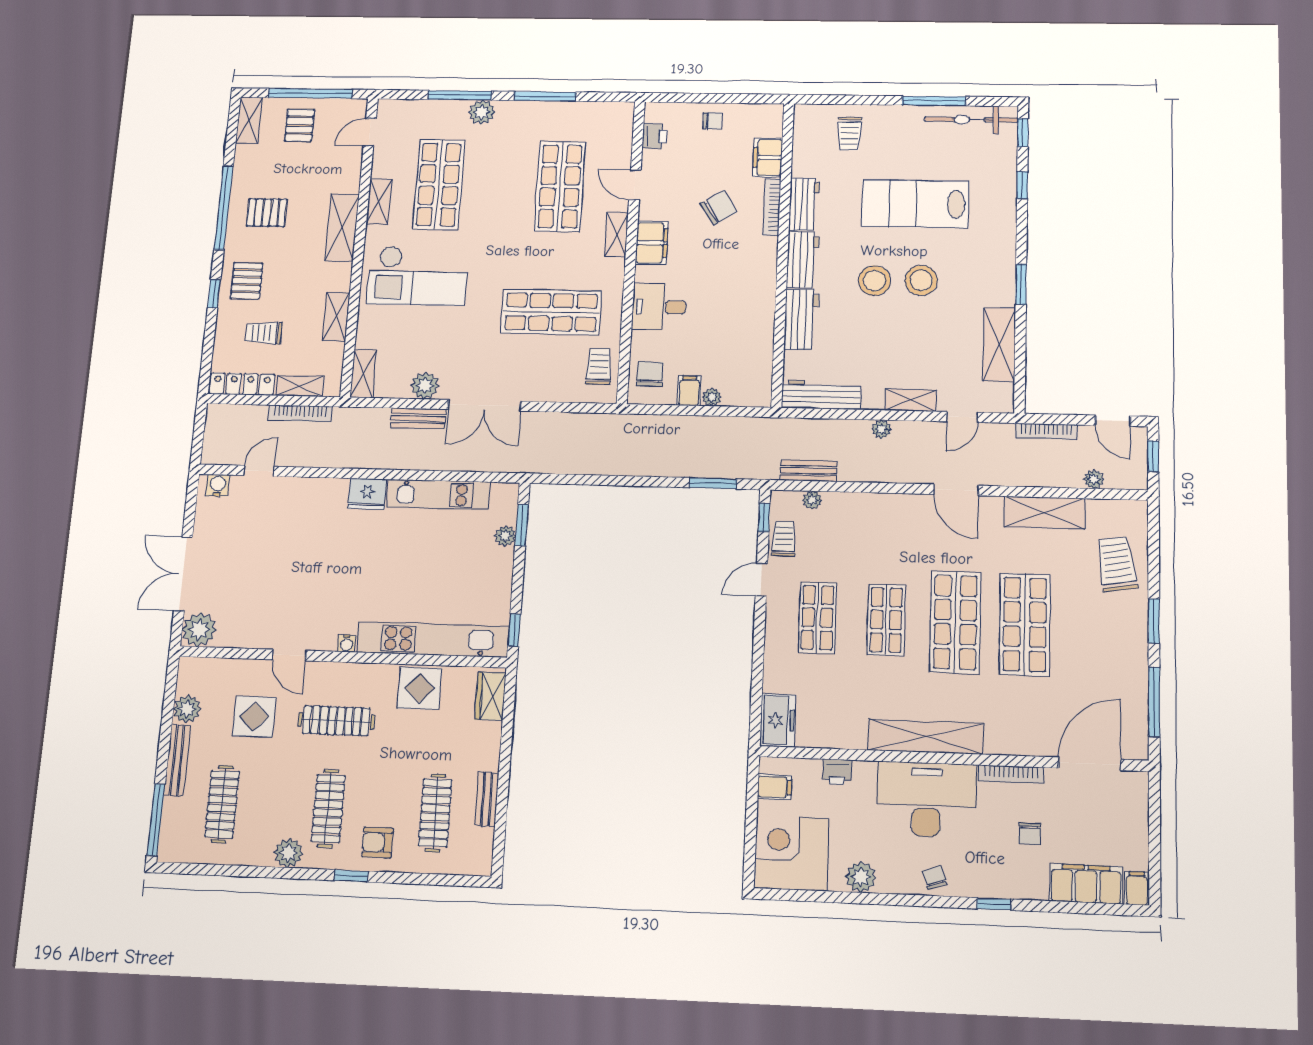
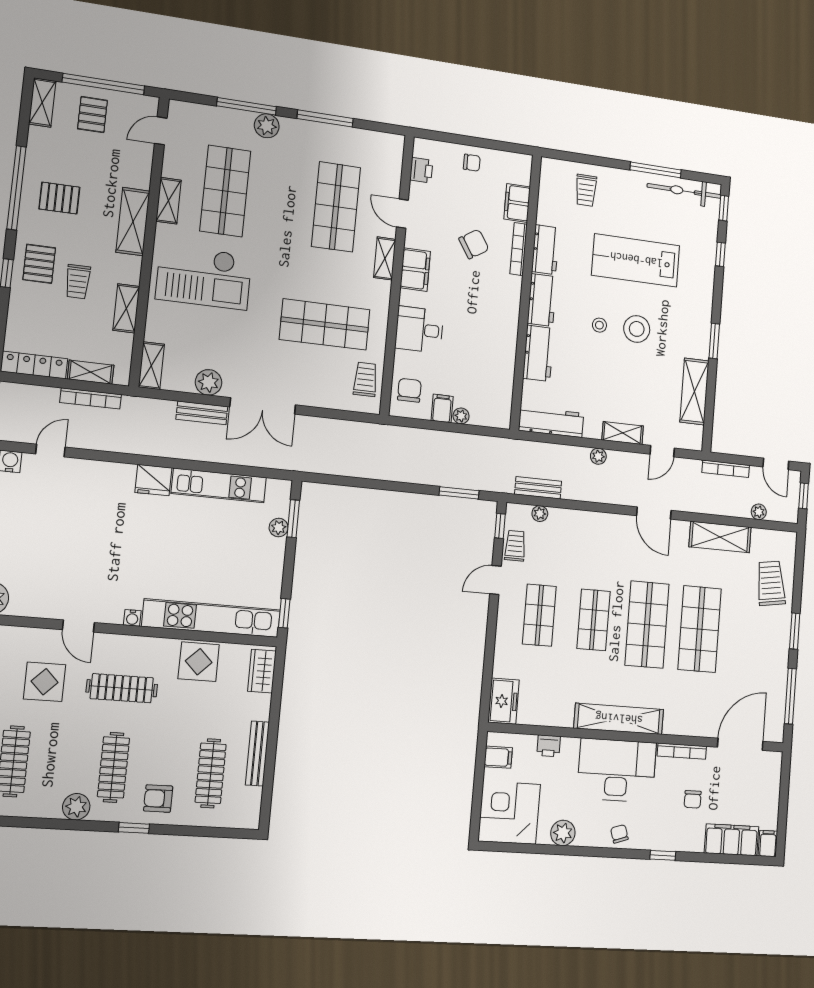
stool: (874, 281) -> (599, 325), width x0.53, depth x0.53
trolley: (264, 333) -> (78, 282), moved, turned -90
bench: (487, 799) -> (257, 753), width x1.36

